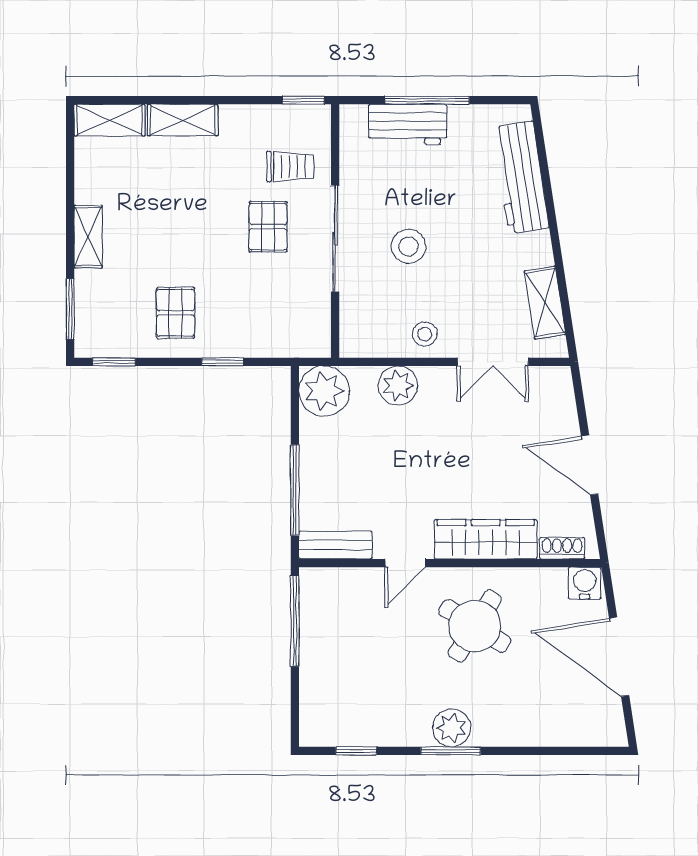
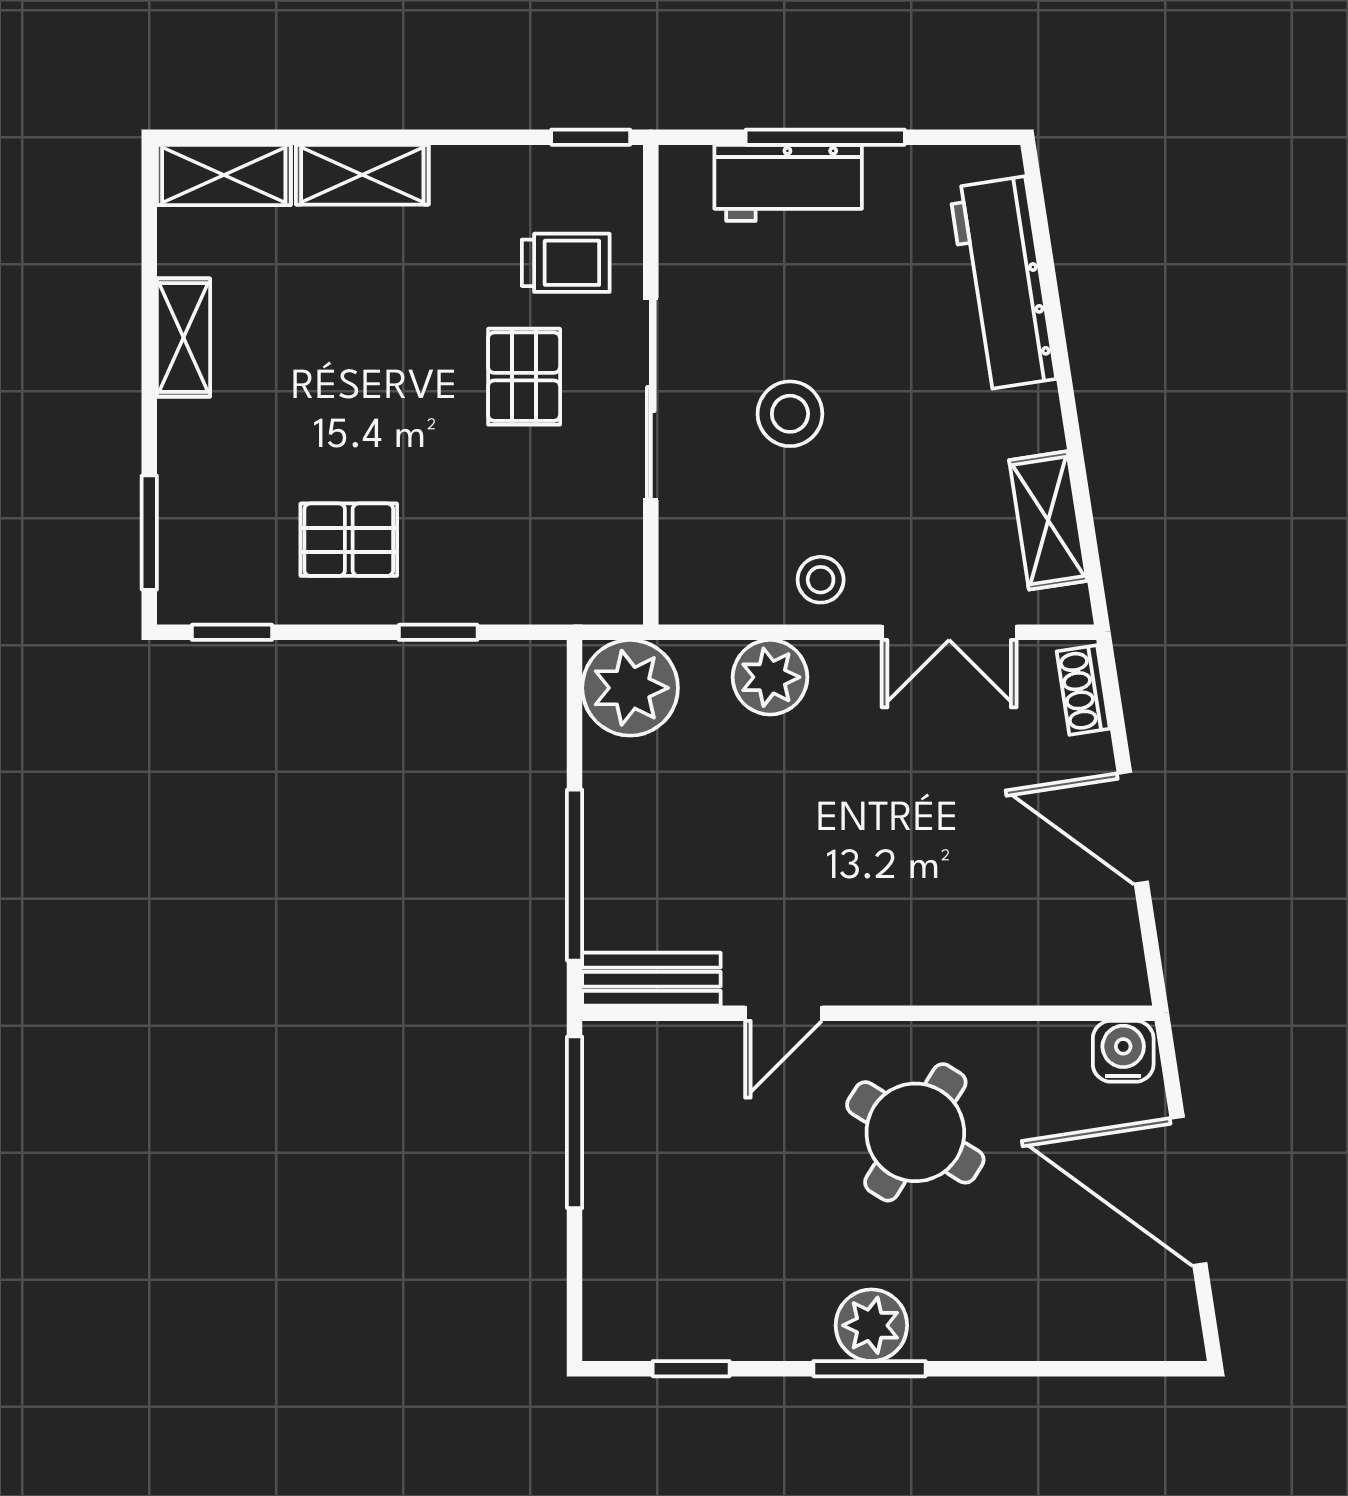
shelving: (88, 236) -> (183, 338), moved
pallet: (175, 313) -> (349, 540), turned 90
wardrobe: (486, 539) -> (936, 968), removed
shoe rack: (562, 548) -> (1083, 690), moved, turned -99

